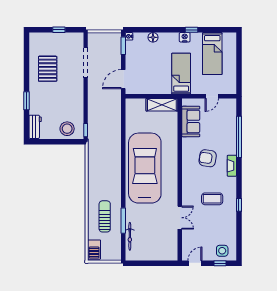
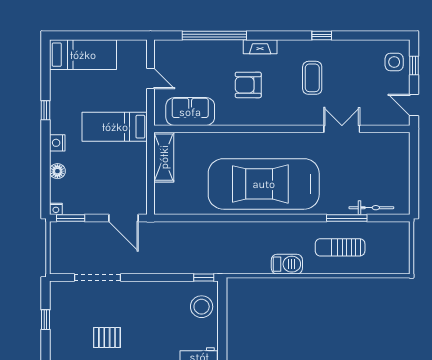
nightstand: (185, 37) -> (57, 143), moved
bed: (212, 54) -> (83, 55), moved
pallet: (48, 69) -> (107, 337), width x0.67, depth x0.71
armchair: (208, 158) -> (248, 85), turned 81
barbecue: (94, 250) -> (287, 264), moved

